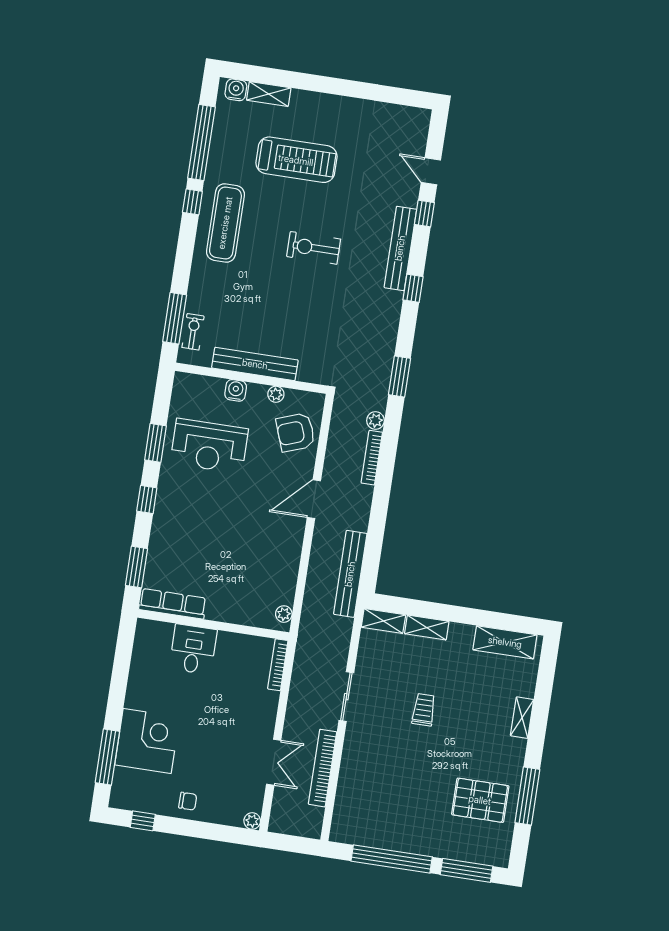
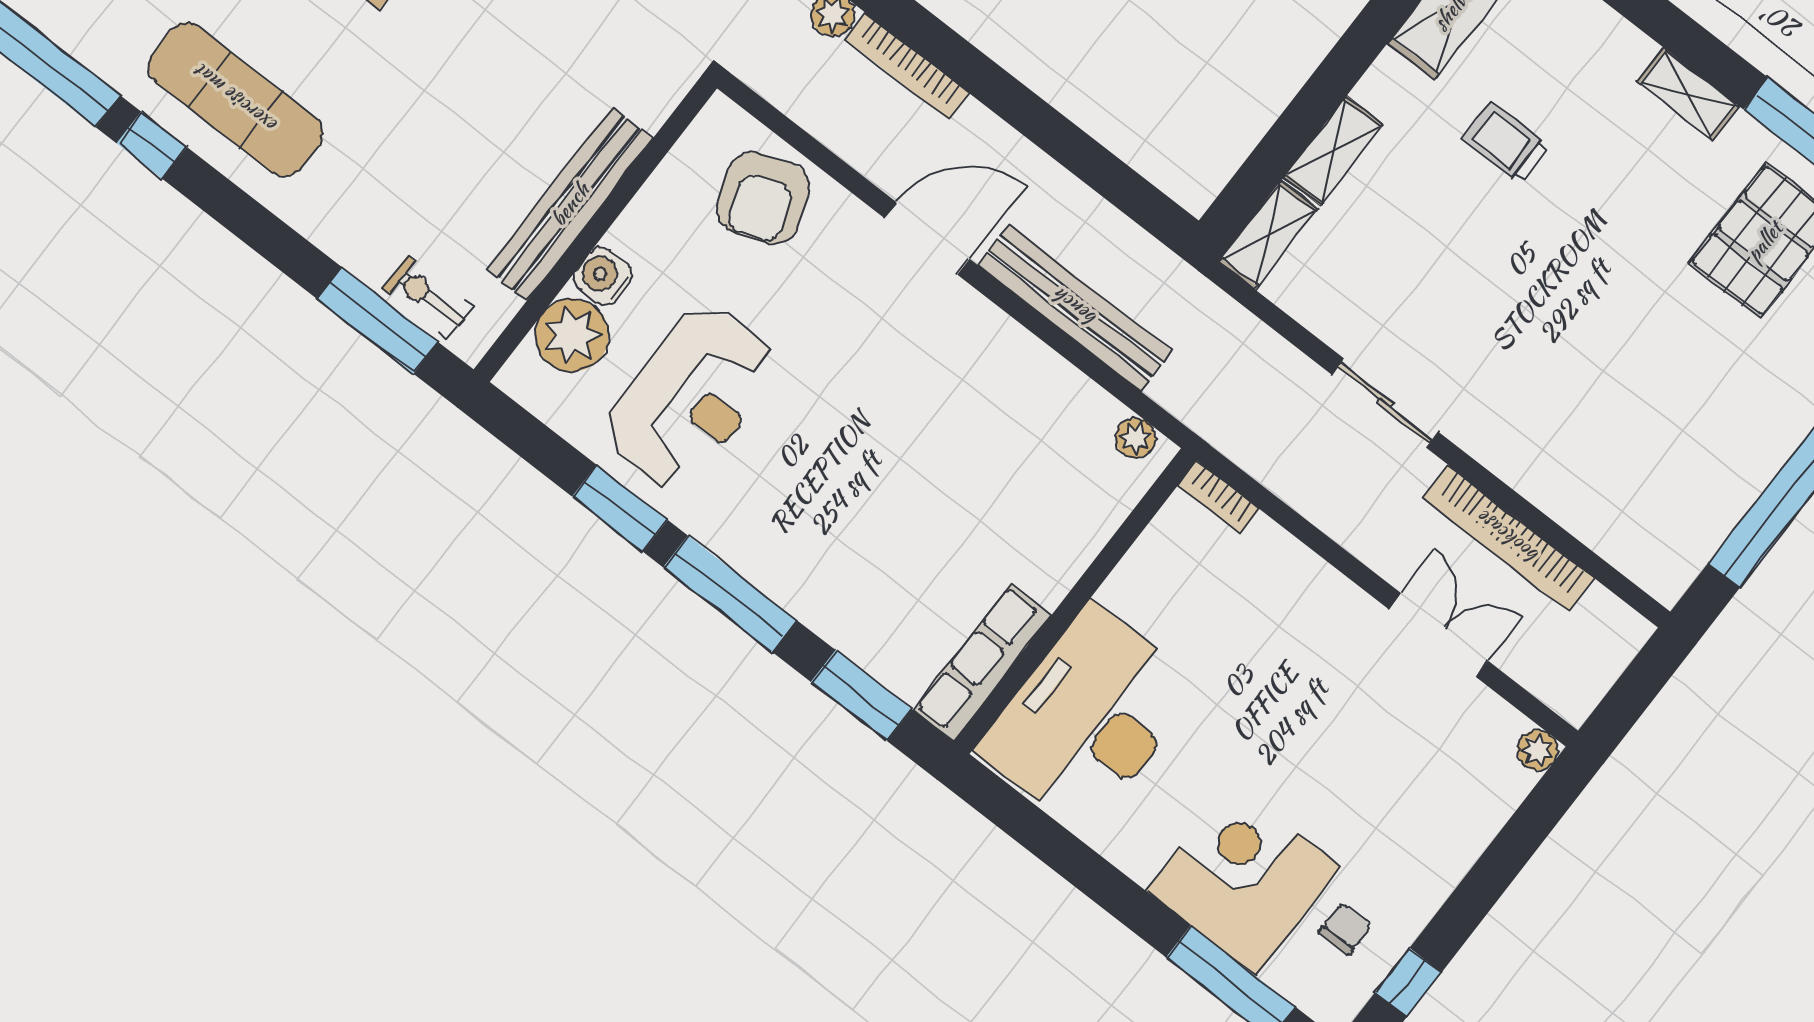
plant: (276, 394) -> (572, 335), moved, width x1.87, depth x1.87
window: (147, 499) -> (730, 594), width x2.17
door: (314, 499) -> (927, 238), swing flipped
bench: (350, 574) -> (1075, 308), moved
desk: (193, 649) -> (1089, 718), width x1.87, depth x1.30
bookcase: (278, 665) -> (1219, 497), width x0.64
trolley: (424, 710) -> (1505, 143), moved
shelving: (522, 718) -> (1688, 94), moved
chair: (188, 801) -> (1345, 928), moved

